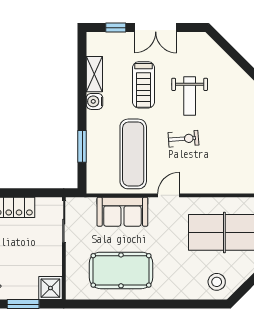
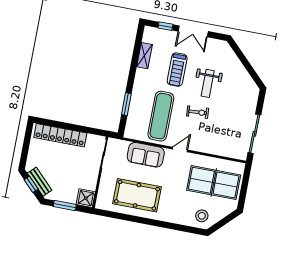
water cooler: (95, 101) -> (141, 75), removed

